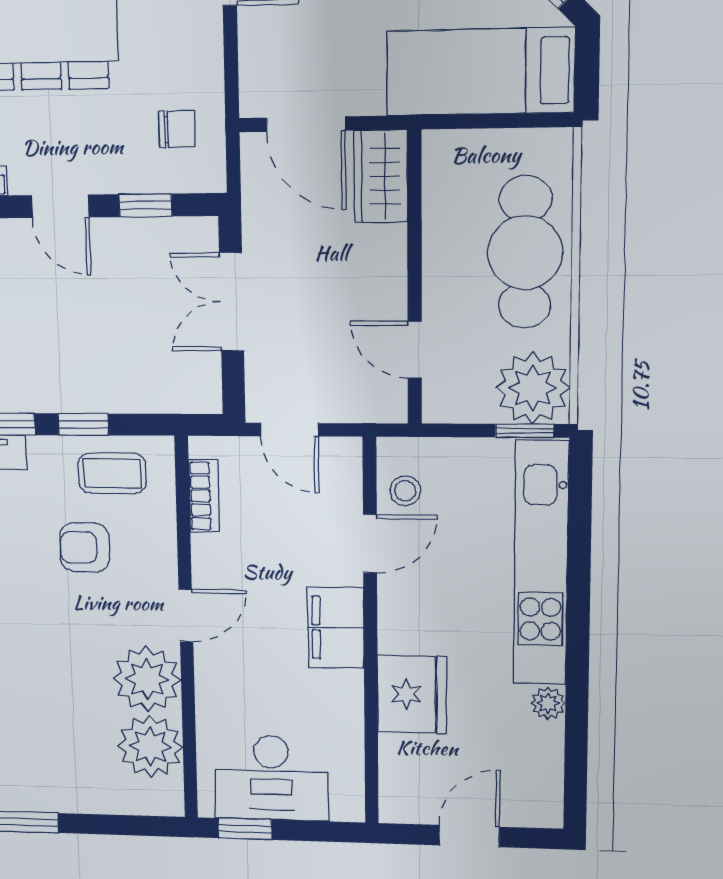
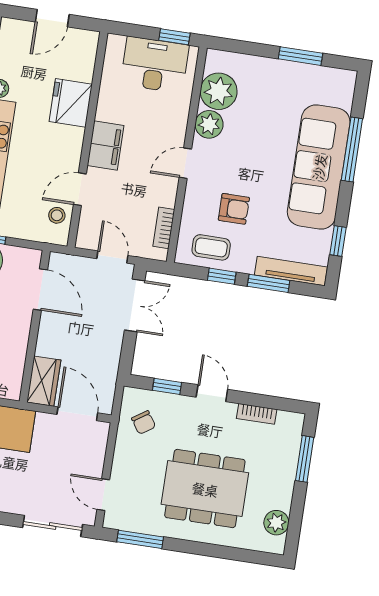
chair: (177, 129) -> (144, 422), turned -124
double door: (232, 302) -> (135, 305), moved
door: (415, 350) -> (40, 289), width x1.38
plant: (147, 679) -> (209, 124), width x0.73, depth x0.73

